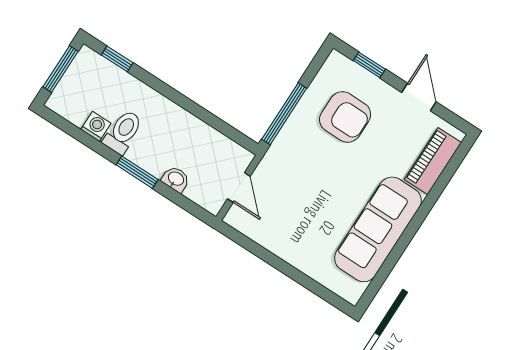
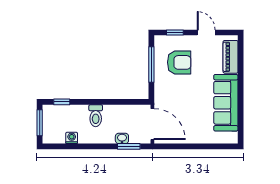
window: (284, 114) -> (151, 64), moved
toilet: (123, 132) -> (96, 116), moved, turned 180
window: (137, 172) -> (129, 146), moved
door: (239, 188) -> (152, 124), width x1.88

